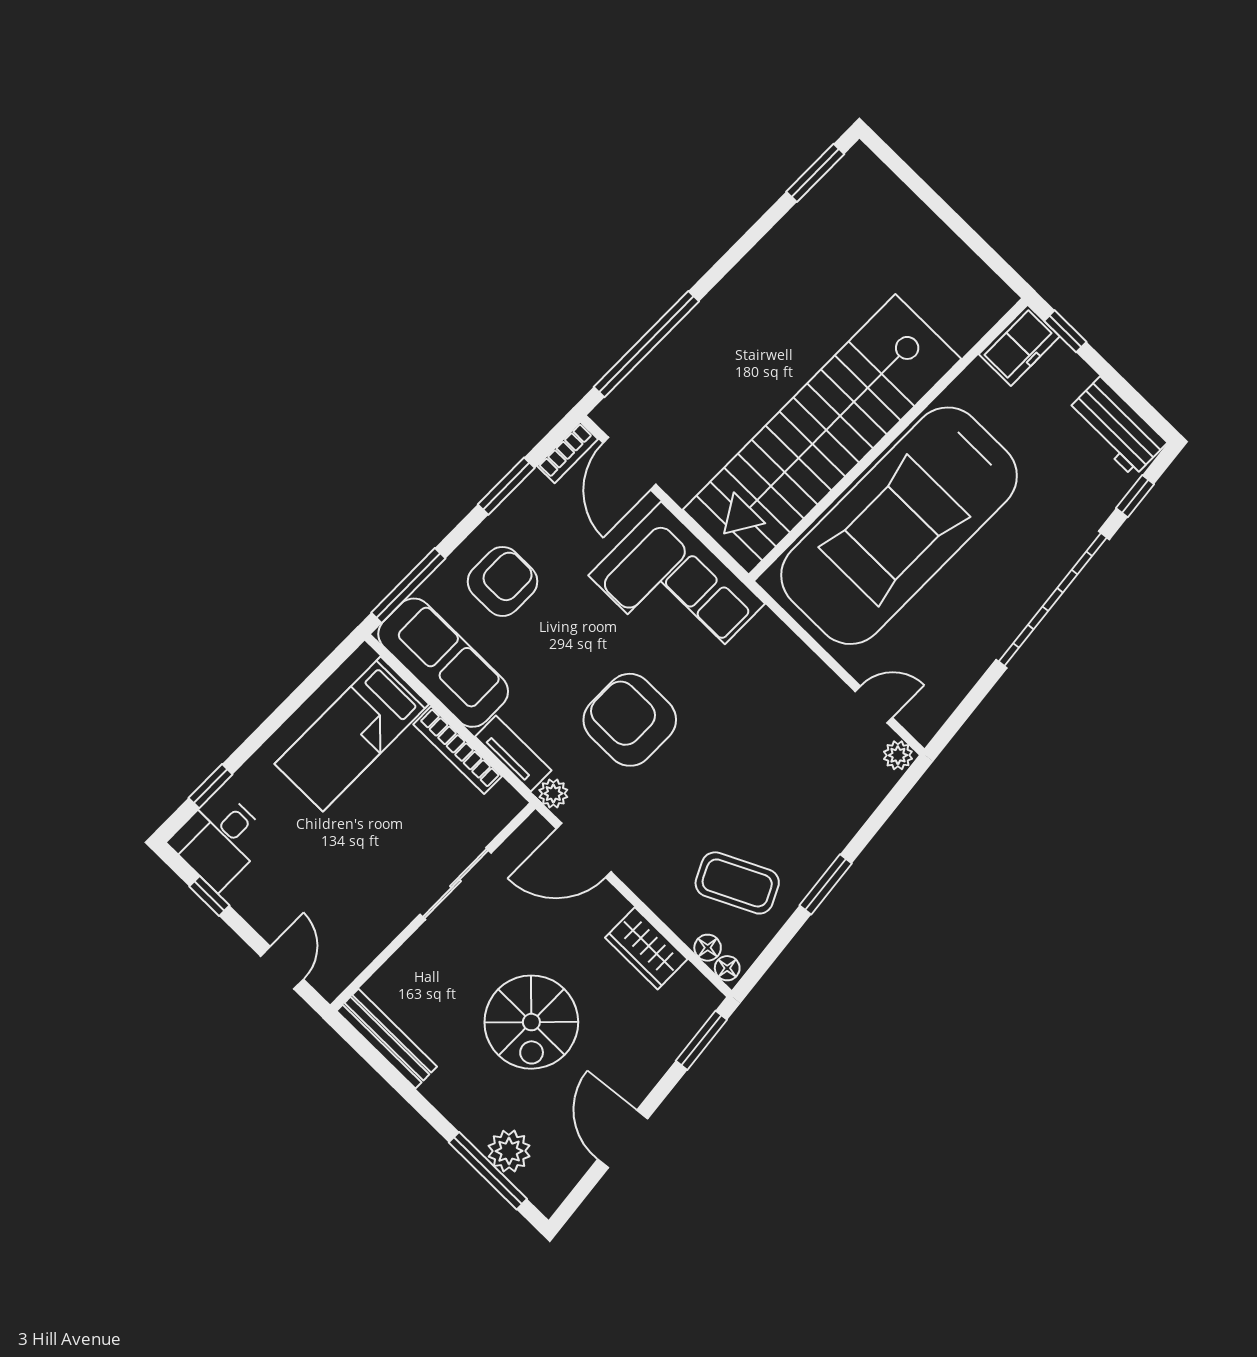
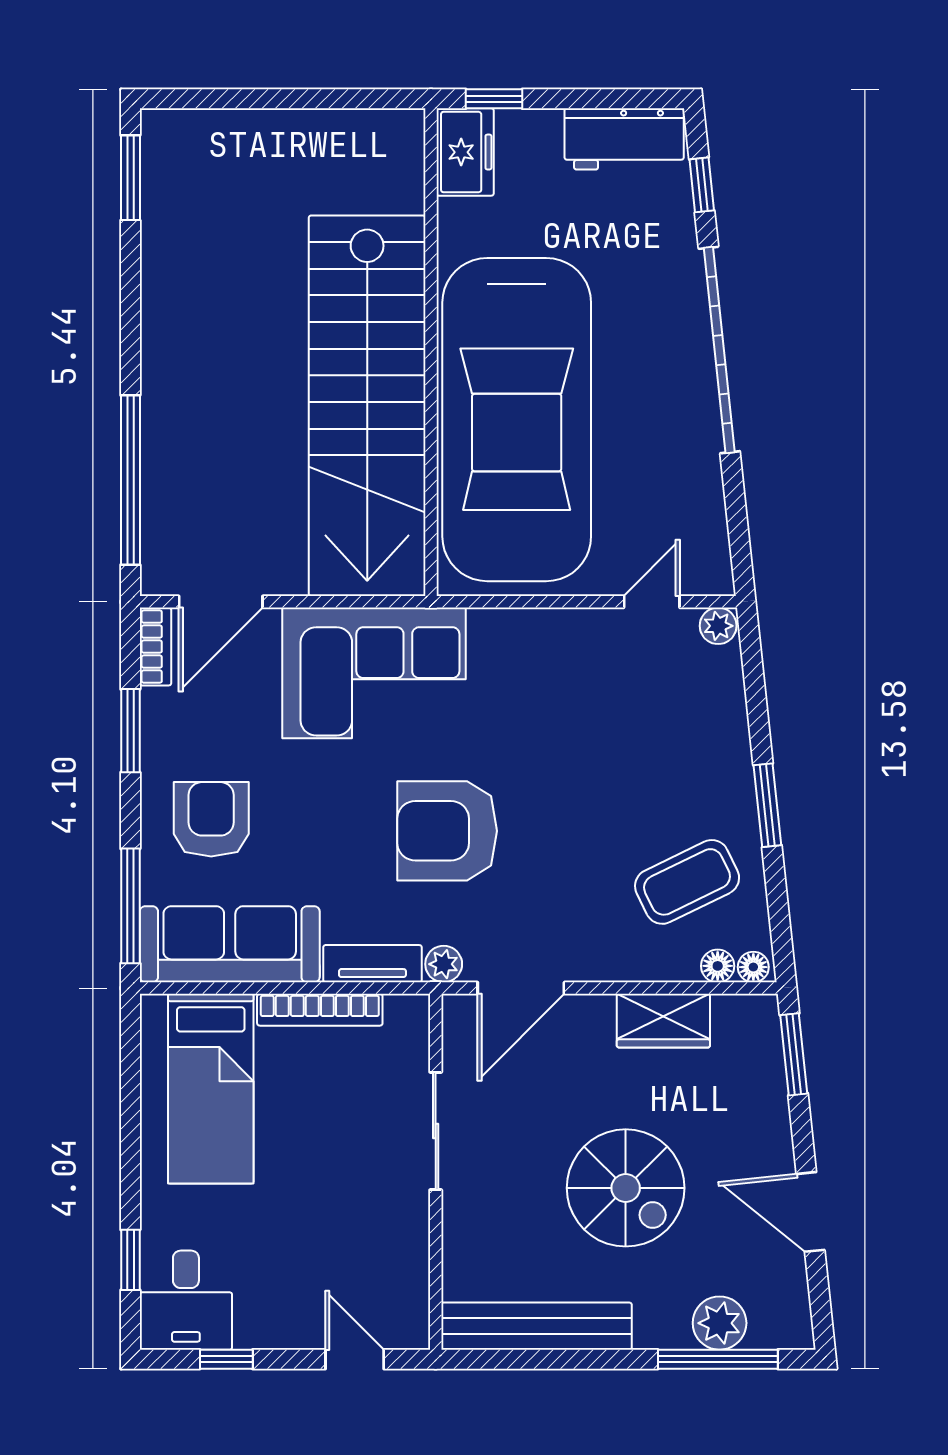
door: (629, 464) -> (221, 602), hinge flipped
bench: (387, 1039) -> (537, 1326), width x1.37, depth x1.21

